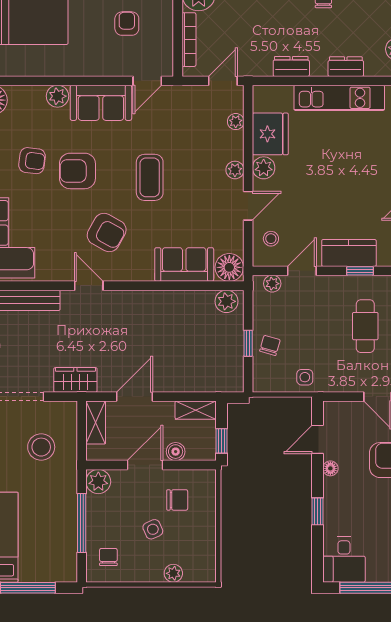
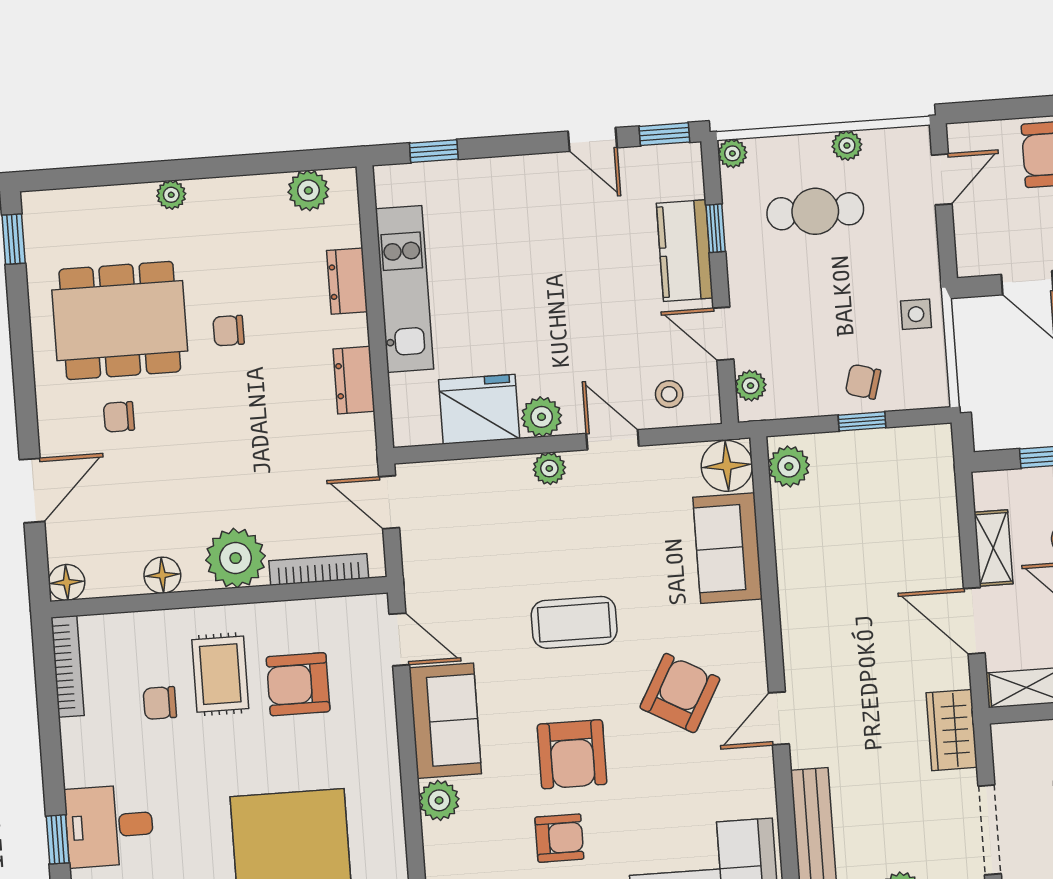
armchair: (127, 24) -> (298, 684), width x1.38, depth x1.38
plant: (236, 122) -> (461, 474), removed
armchair: (32, 161) -> (559, 838), turned 83
shelving: (196, 410) -> (993, 548), moved

